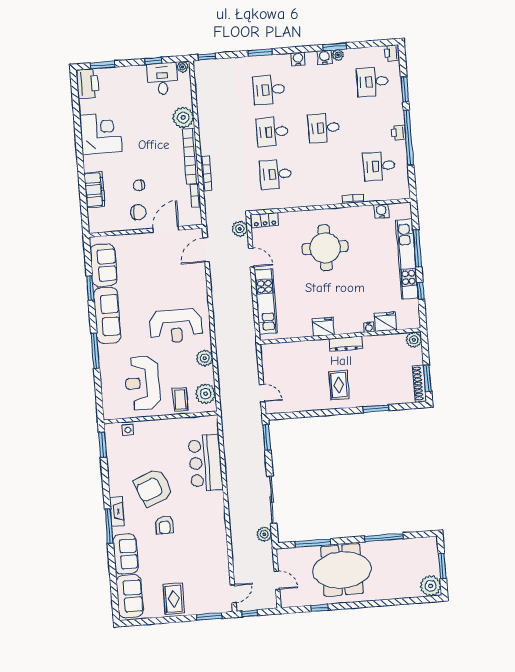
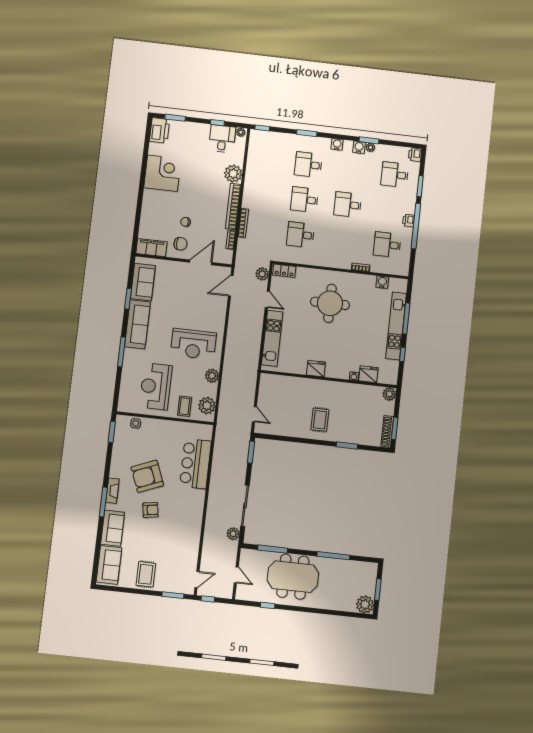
filing cabinet: (94, 190) -> (152, 248), moved, turned -90
dresser: (346, 344) -> (332, 386), removed
armchair: (165, 525) -> (150, 510), turned -99

